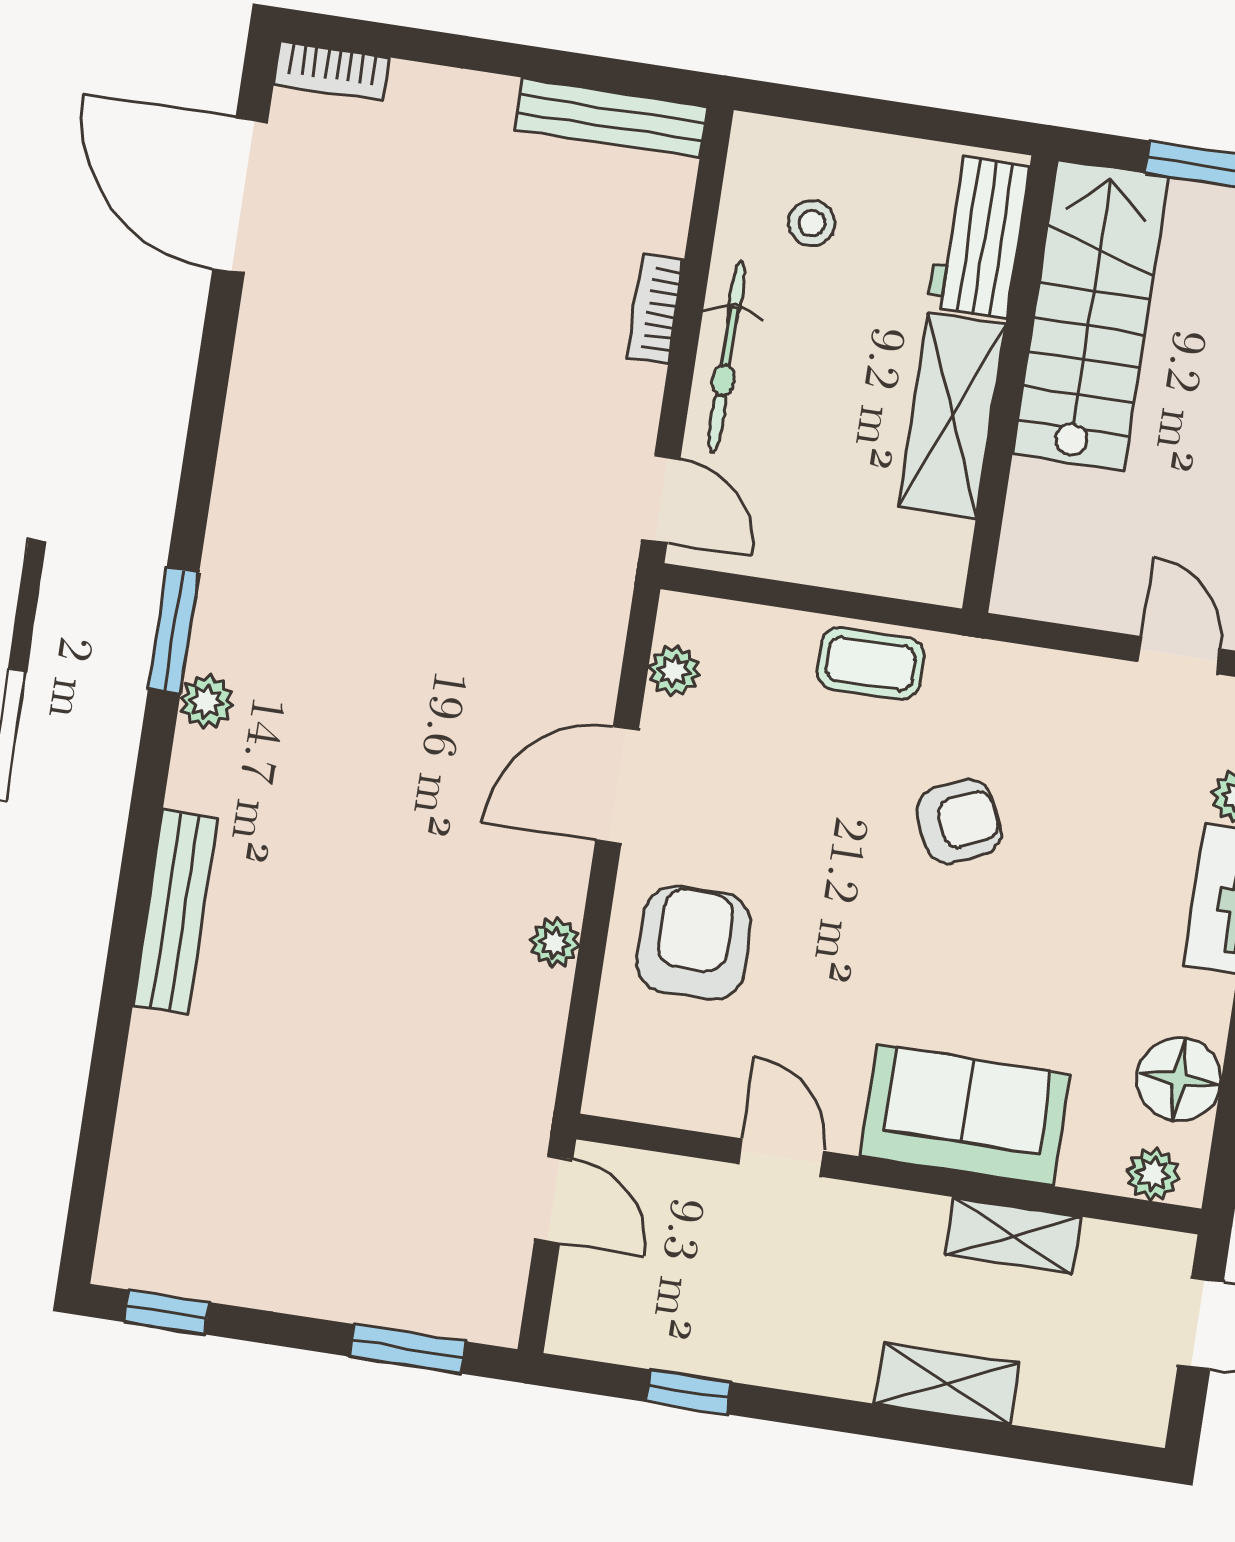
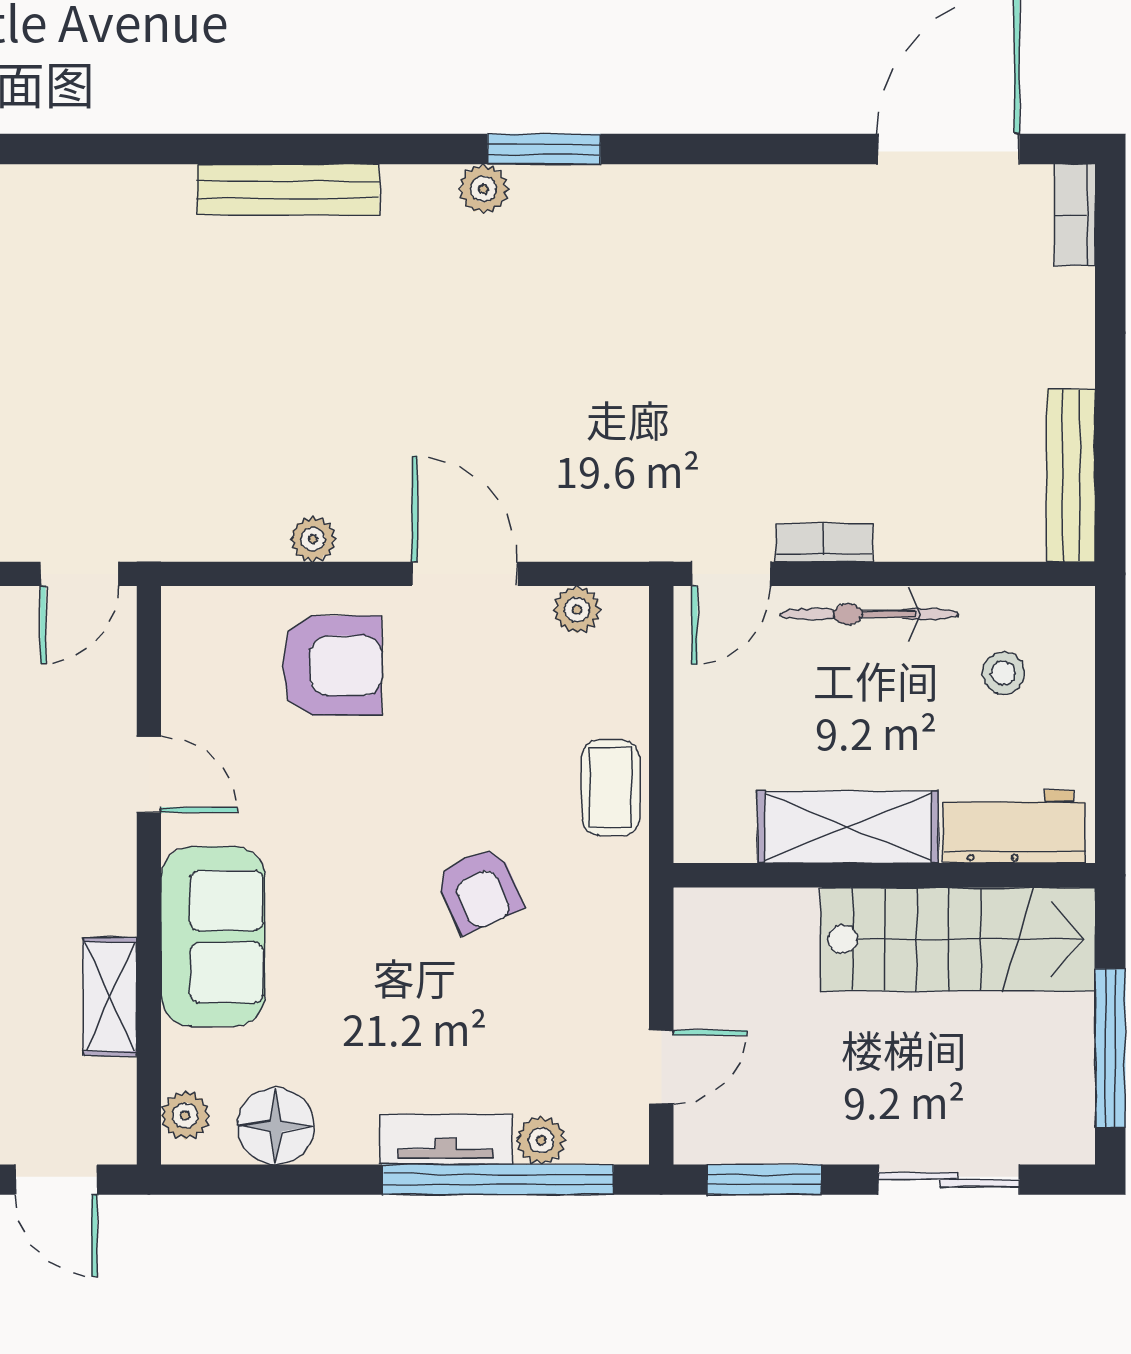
bookcase: (656, 309) -> (824, 543), moved
door: (781, 1158) -> (149, 775), hinge flipped

